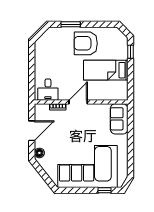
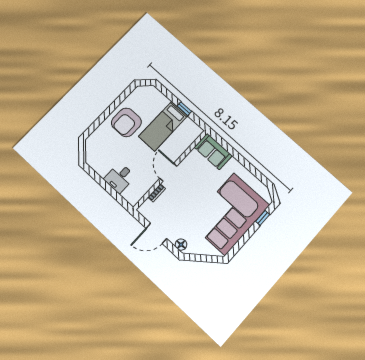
window: (71, 24) -> (100, 121), removed
window: (131, 52) -> (184, 109), moved
desk: (48, 90) -> (120, 178), moved, turned 90
door: (32, 131) -> (156, 233), swing flipped

